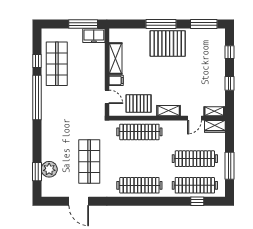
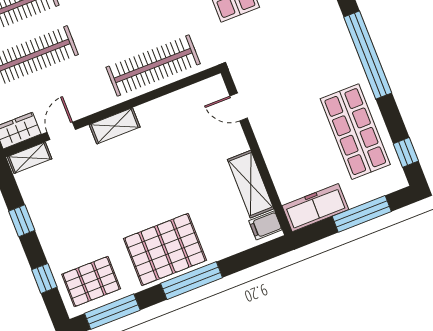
window: (83, 24) -> (362, 214), moved
freezer: (94, 35) -> (315, 208), width x1.40
window: (37, 61) -> (406, 152), moved
filing cabinet: (116, 80) -> (265, 225), moved
pallet: (139, 103) -> (91, 282), moved

